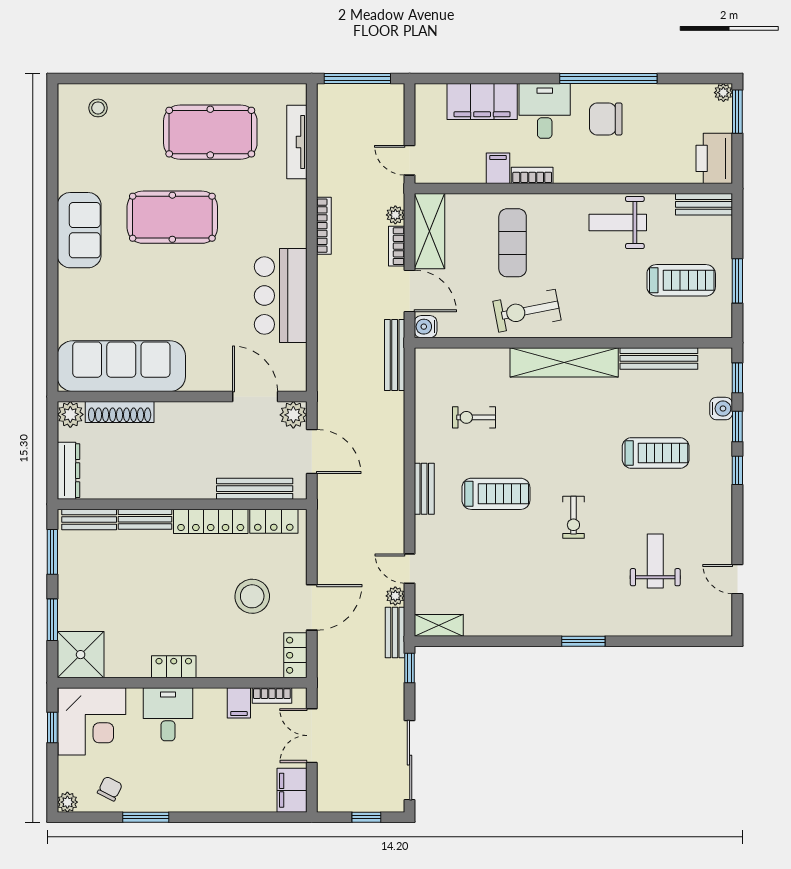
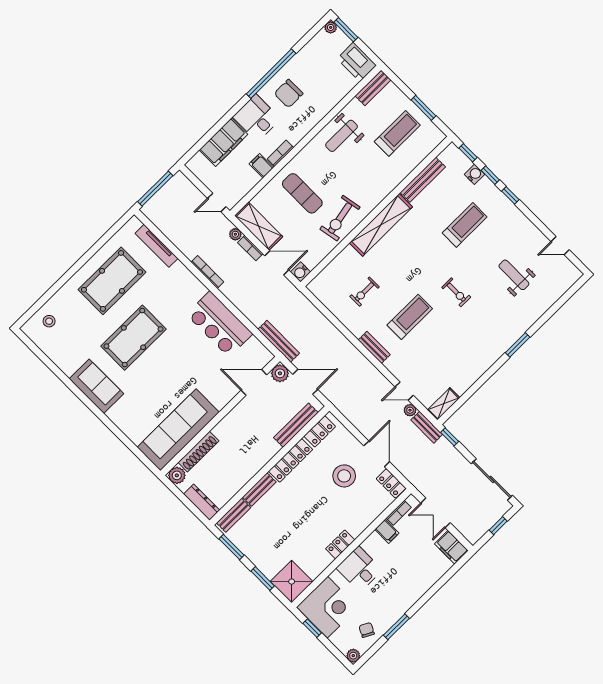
bench: (395, 355) -> (279, 341), moved

